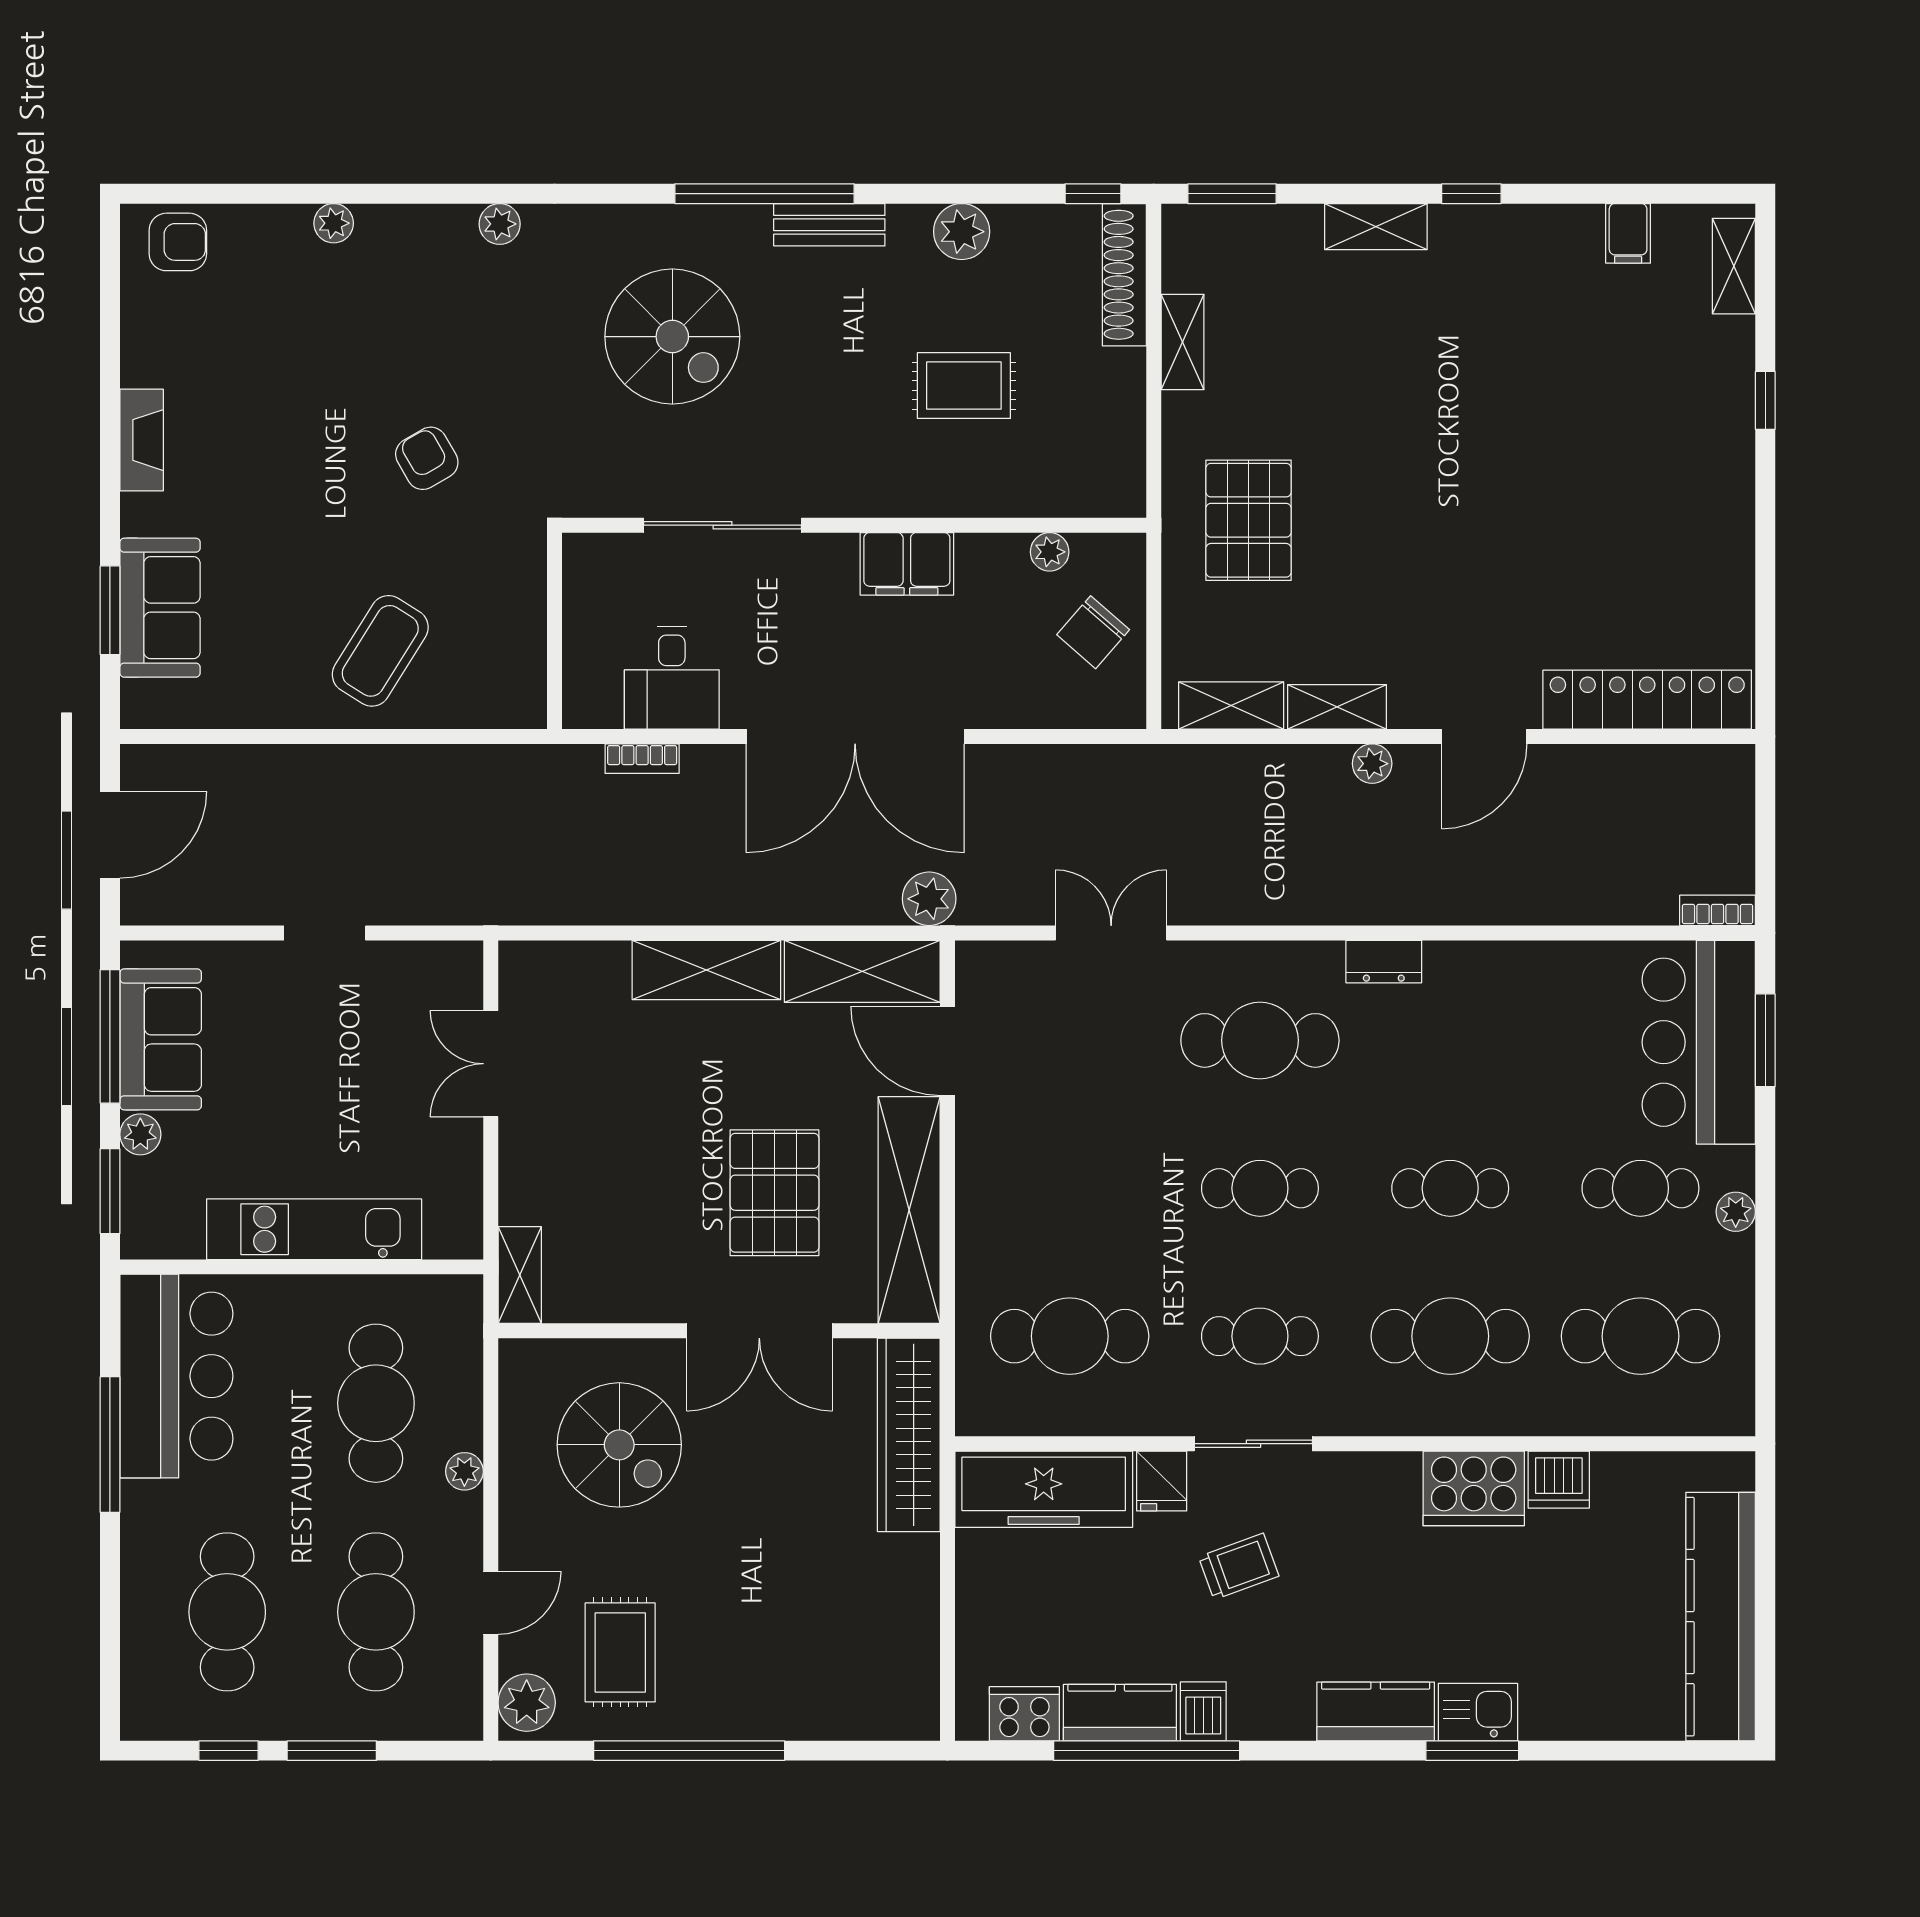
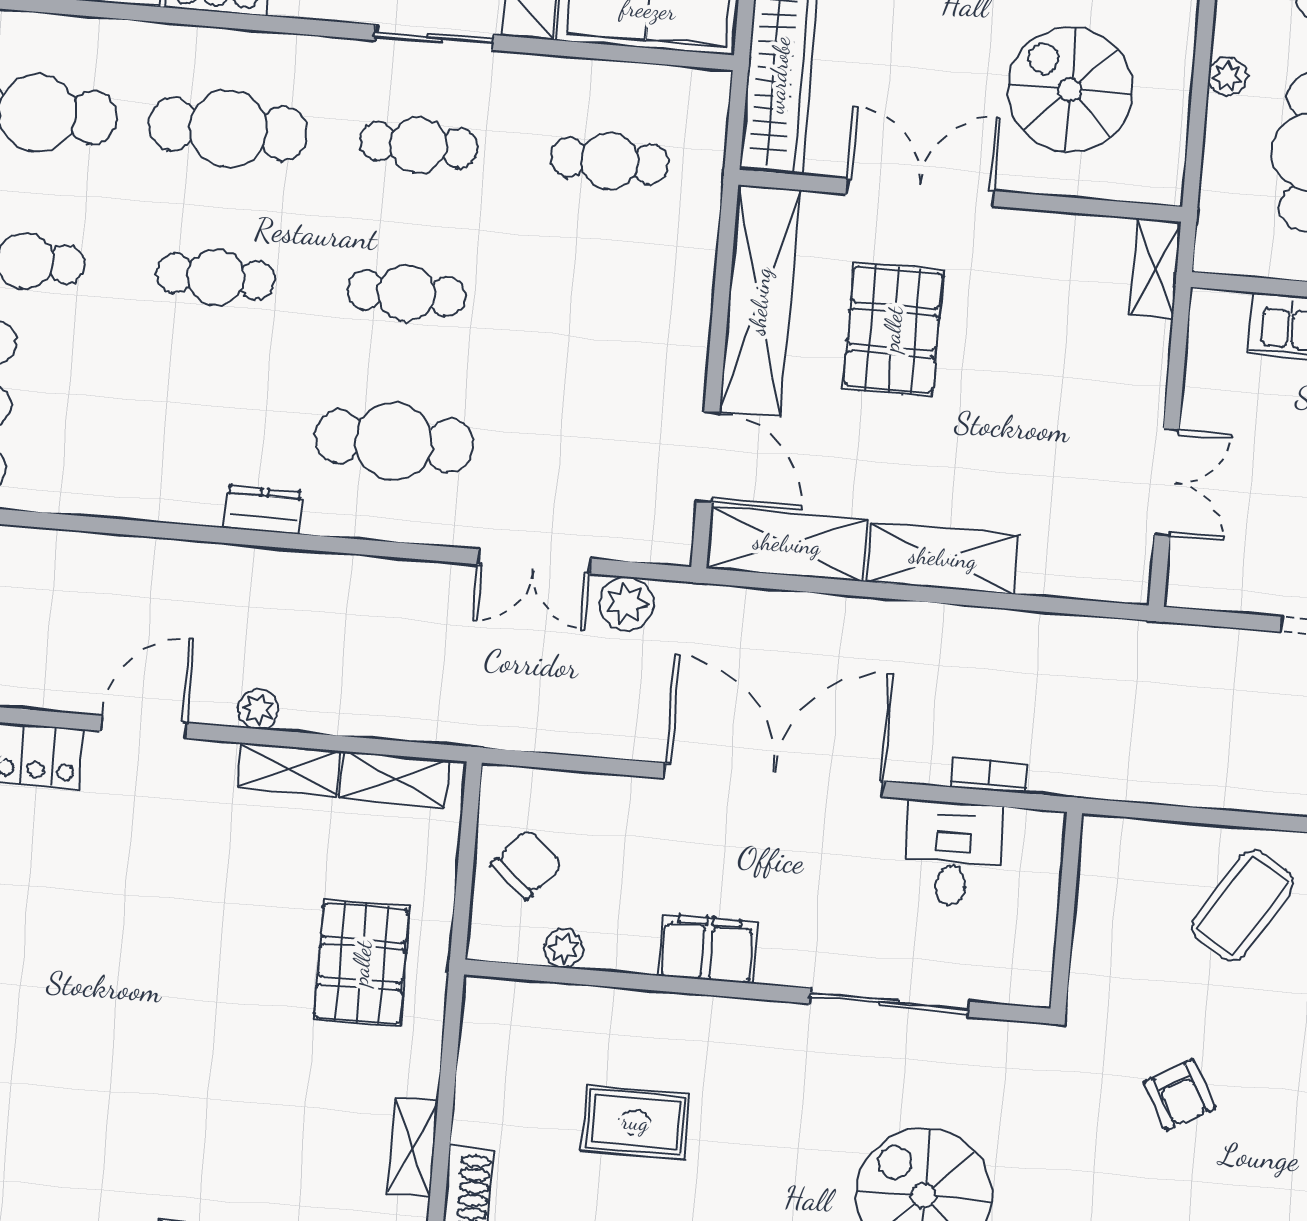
plant: (929, 899) -> (626, 604), moved
cafe table: (1070, 1336) -> (609, 161), width x0.73, depth x0.74

